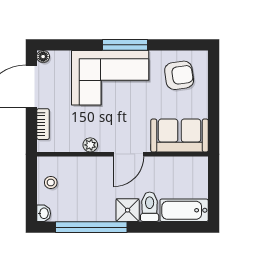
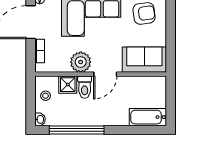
plant: (90, 145) -> (81, 62), width x1.87, depth x1.87
toilet: (150, 207) -> (85, 87), moved, turned 180
shower: (128, 210) -> (68, 85), moved

